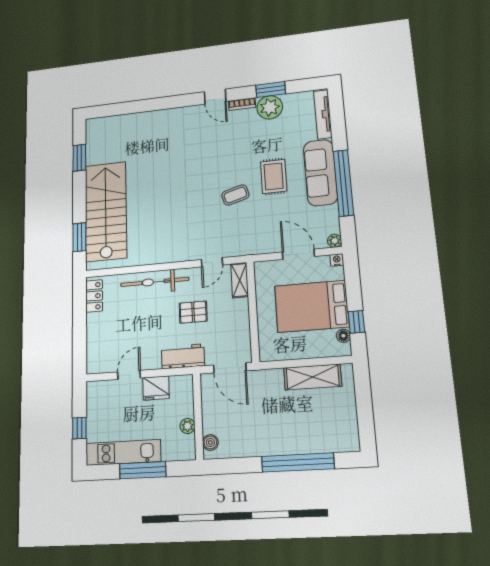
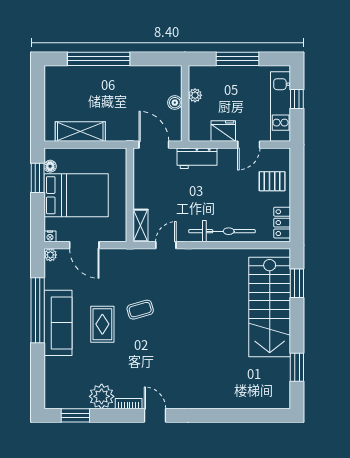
window: (271, 90) -> (75, 415), moved
tv unit: (323, 114) -> (51, 382), removed
pallet: (193, 312) -> (272, 181), moved
window: (356, 322) -> (38, 178), width x1.50
boiler: (210, 442) -> (175, 103), moved
kitchen unit: (123, 452) -> (281, 107), moved, turned 90

